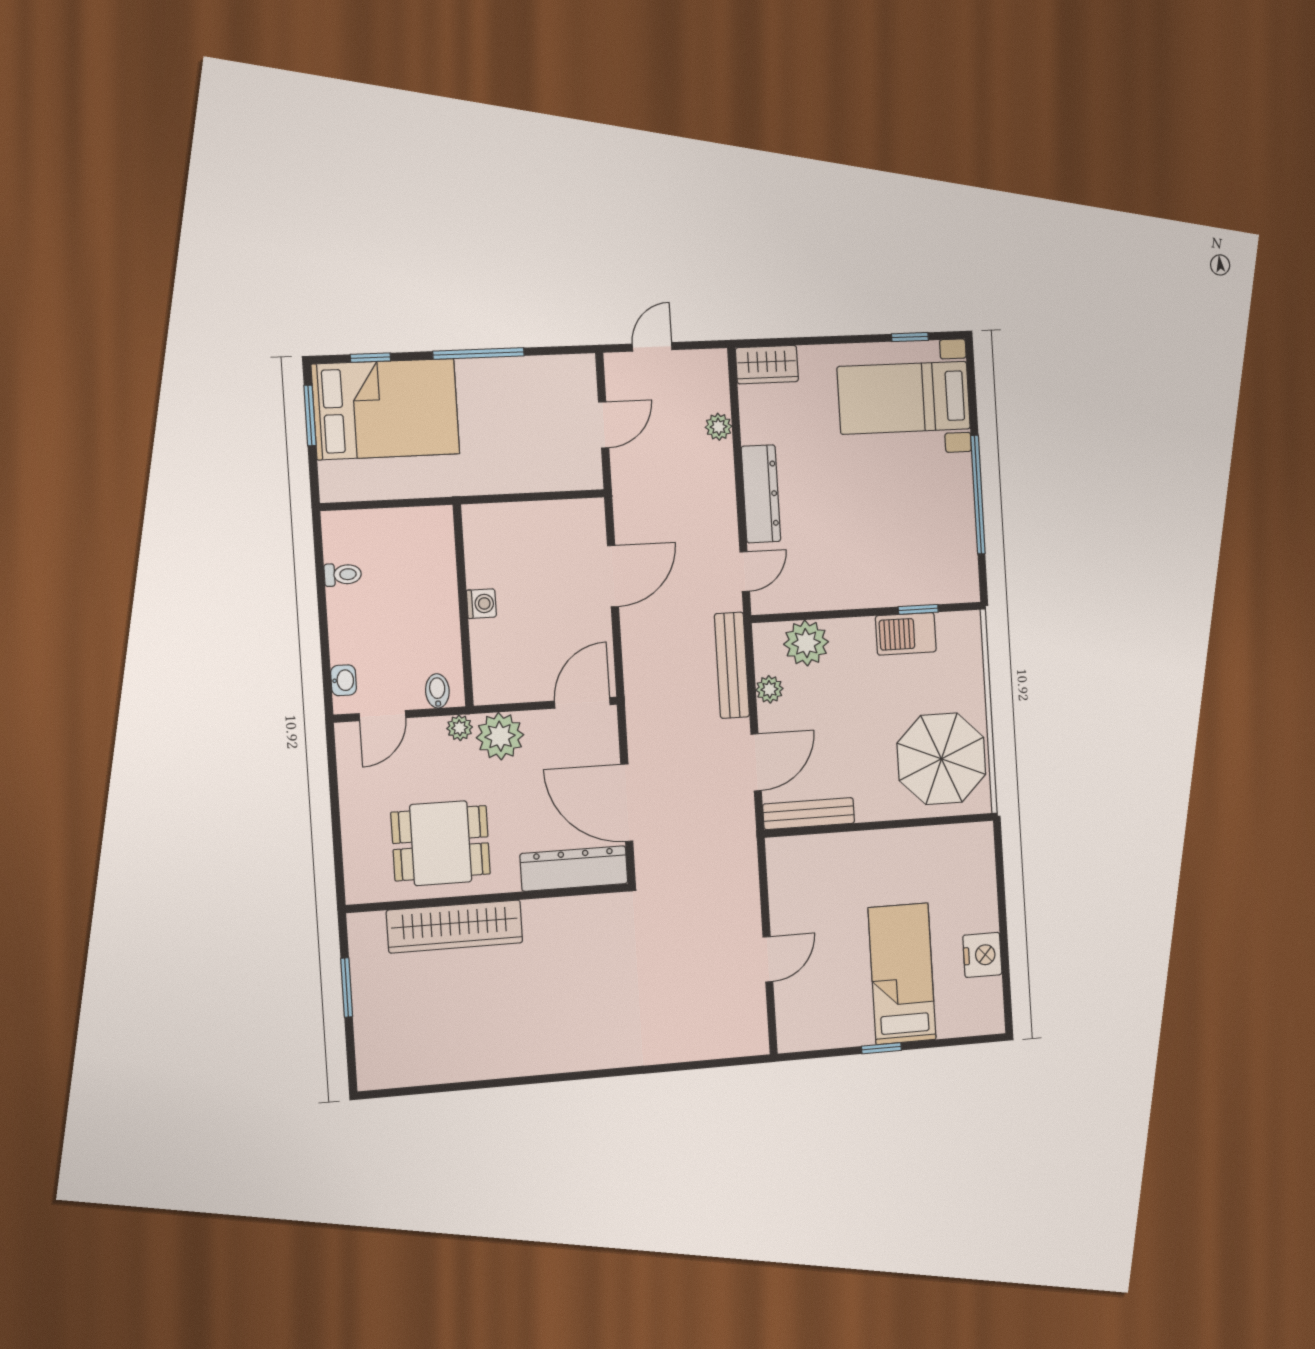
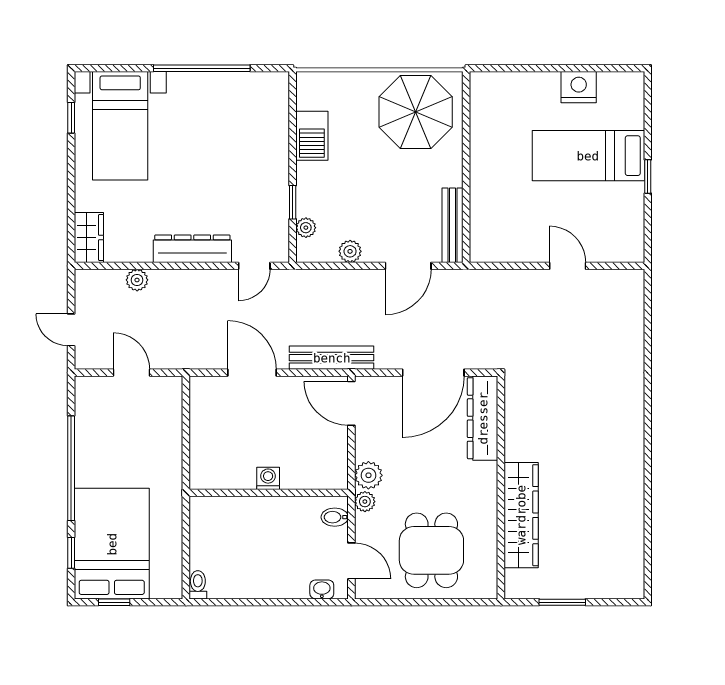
window: (479, 354) -> (71, 468), width x1.46
window: (310, 415) -> (114, 602), width x0.67
door: (745, 572) -> (254, 266), swing flipped
toilet: (343, 574) -> (198, 585), moved
window: (918, 609) -> (293, 202), moved
plant: (806, 643) -> (306, 228), width x0.53, depth x0.53
bench: (732, 665) -> (332, 358), moved
plant: (500, 736) -> (368, 475), width x0.73, depth x0.73
door: (756, 762) -> (408, 266), swing flipped
dining table: (441, 843) -> (431, 550), moved

